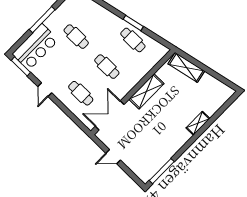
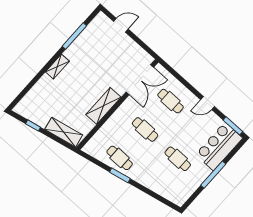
window: (216, 75) -> (33, 125), added
door: (45, 90) -> (208, 103), swing flipped
shelving: (198, 123) -> (57, 67), moved
door: (113, 157) -> (121, 25), moved
window: (162, 171) -> (74, 36), moved

